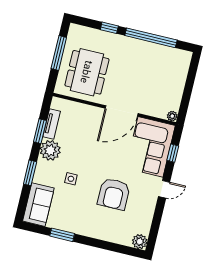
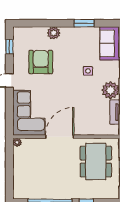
window: (173, 153) -> (9, 47), moved
armchair: (114, 194) -> (41, 62), moved
plant: (140, 242) -> (54, 33), moved

